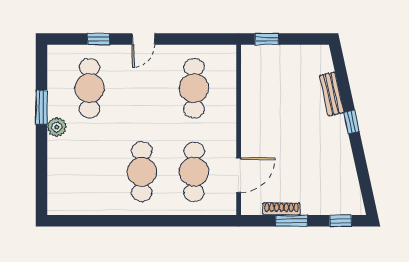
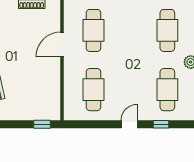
cafe table: (142, 172) -> (167, 30), moved
door: (239, 175) -> (62, 44), moved

